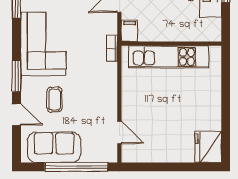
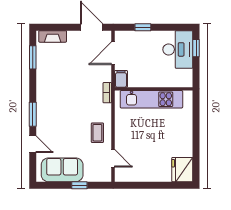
corner sofa: (43, 44) -> (54, 89), removed
coffee table: (55, 100) -> (97, 133), moved
window: (76, 167) -> (79, 185), width x0.32

